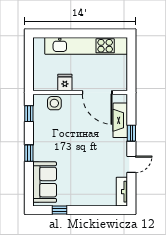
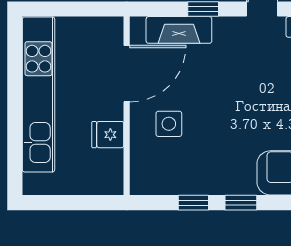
side table: (54, 103) -> (169, 124), moved
window: (29, 114) -> (193, 203), moved

